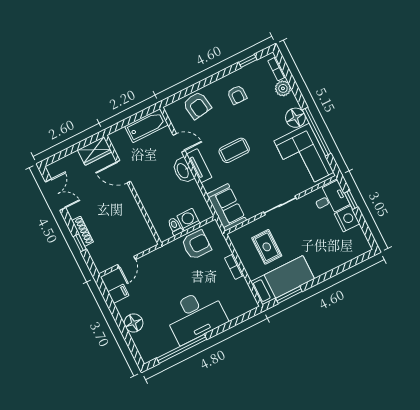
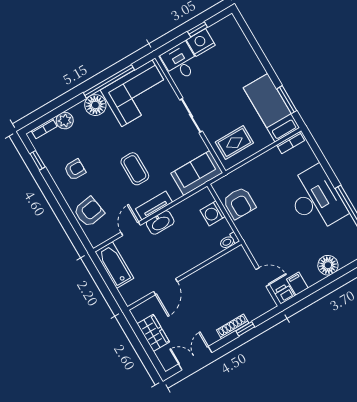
wardrobe: (95, 151) -> (153, 333), moved
window: (351, 200) -> (197, 29), moved
toilet: (175, 226) -> (229, 241), moved
armchair: (196, 245) -> (239, 203), turned 180
rug: (267, 247) -> (234, 143), moved
bookcase: (234, 267) -> (291, 143), moved
printer: (110, 281) -> (284, 294), added

